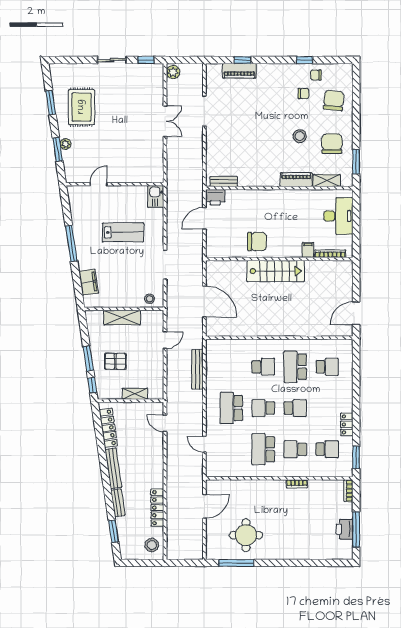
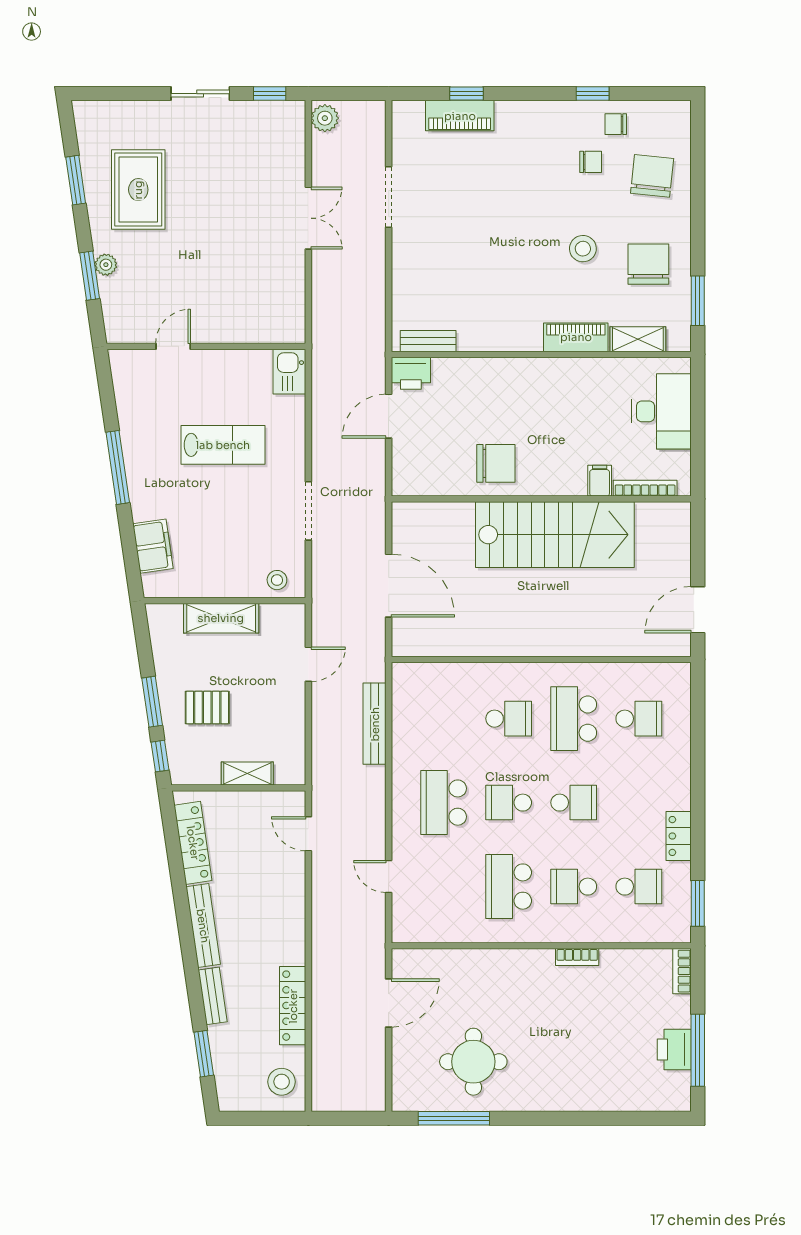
stairs: (276, 271) -> (555, 535), width x1.36, depth x1.51

